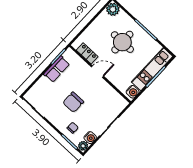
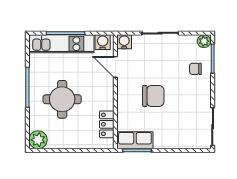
row of seats: (57, 69) -> (135, 140), moved
door: (97, 72) -> (115, 67), moved
chair: (73, 102) -> (153, 96), moved
water cooler: (90, 138) -> (124, 42), moved

